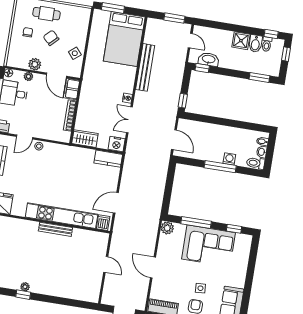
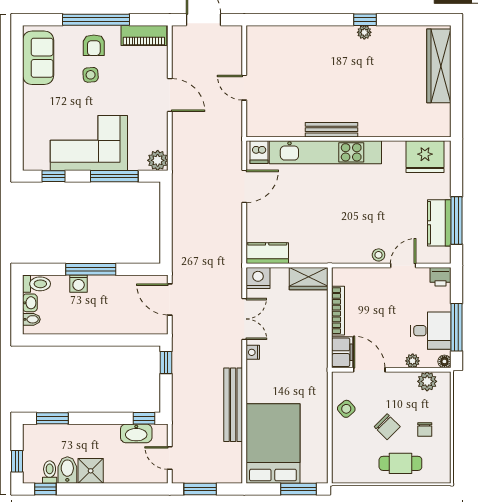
plant: (35, 64) -> (427, 381), moved

